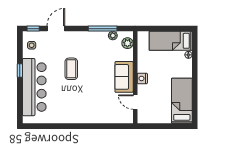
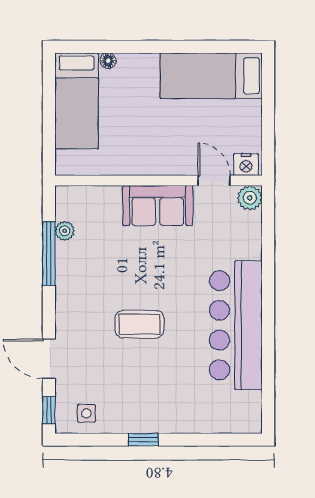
plant: (127, 43) -> (250, 198), moved
nightstand: (142, 78) -> (246, 165), moved
bar counter: (34, 87) -> (236, 325), moved, turned -90
door: (135, 102) -> (214, 181), swing flipped

